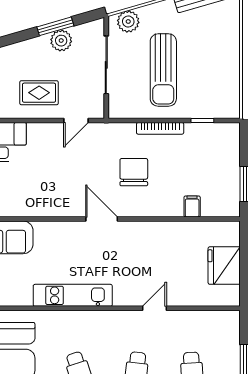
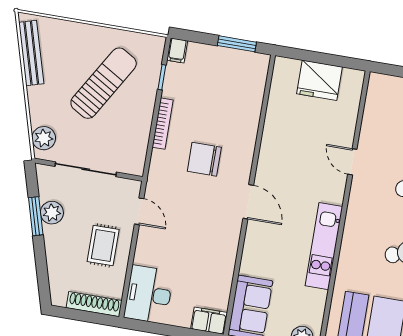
sun lounger: (163, 70) -> (104, 83), moved, turned -59
filing cabinet: (192, 206) -> (177, 50), moved, turned -90
door: (102, 219) -> (248, 202), swing flipped

